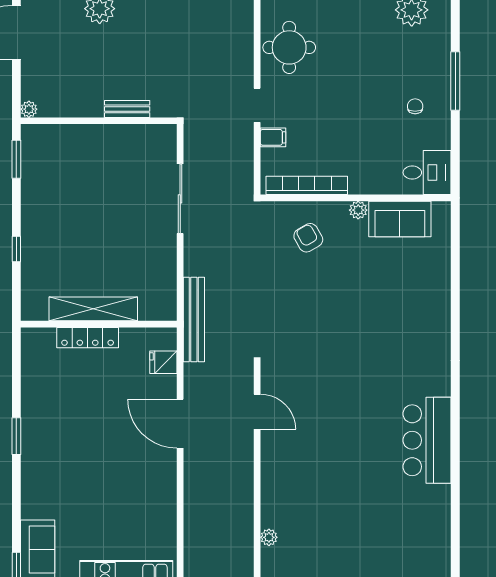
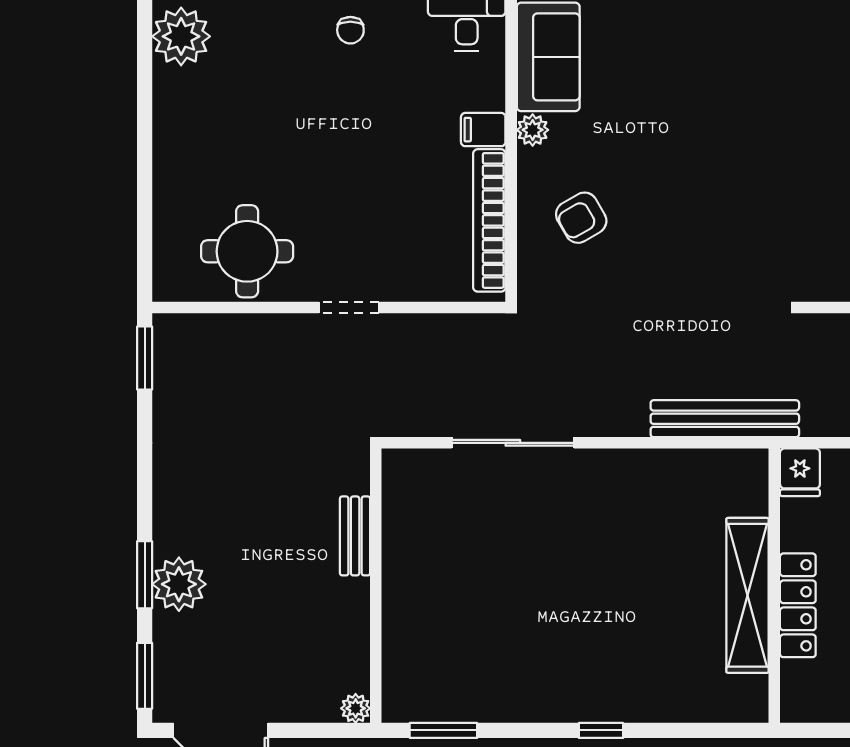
chair: (415, 106) -> (350, 30), turned -90
filing cabinet: (273, 137) -> (483, 130), moved, turned -90
shelving: (93, 309) -> (748, 595), moved
wall: (99, 324) -> (774, 586), moved
locker: (88, 338) -> (798, 605), moved

